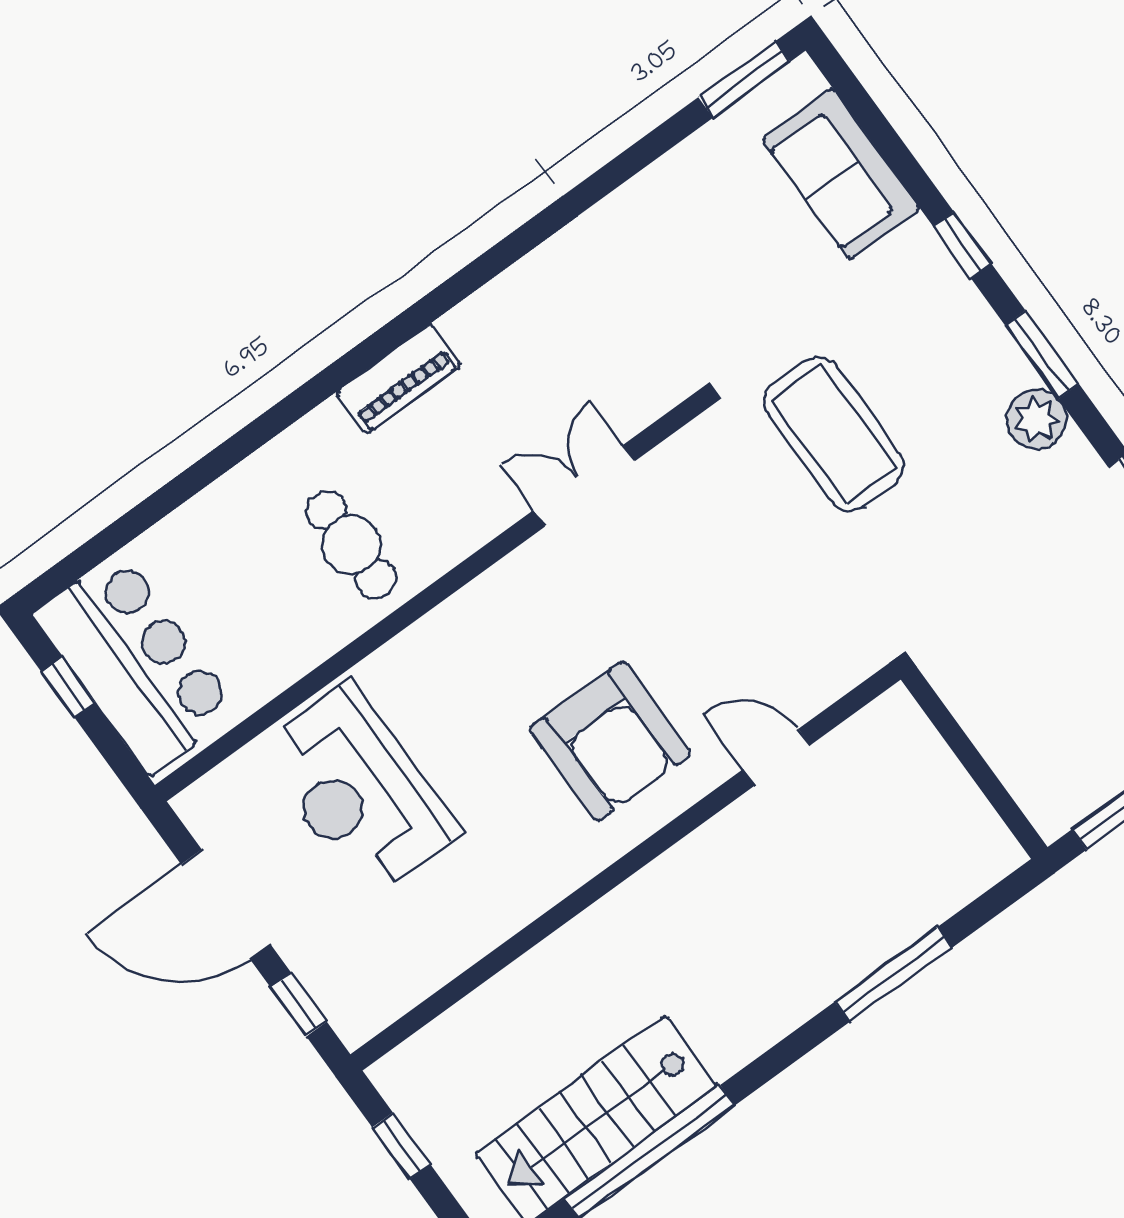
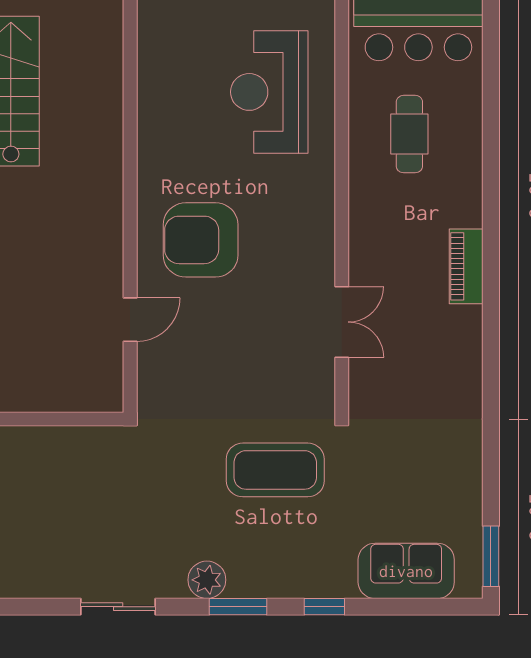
cafe table: (351, 545) -> (409, 134), moved, turned 90
reception desk: (358, 791) -> (269, 92), turned -90

